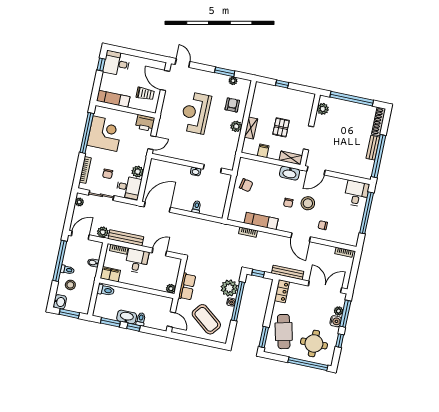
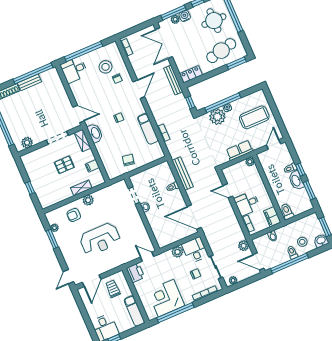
stool: (308, 203) -> (106, 67), moved
bench: (126, 238) -> (183, 174), moved
coffee table: (206, 319) -> (254, 117), turned 52

